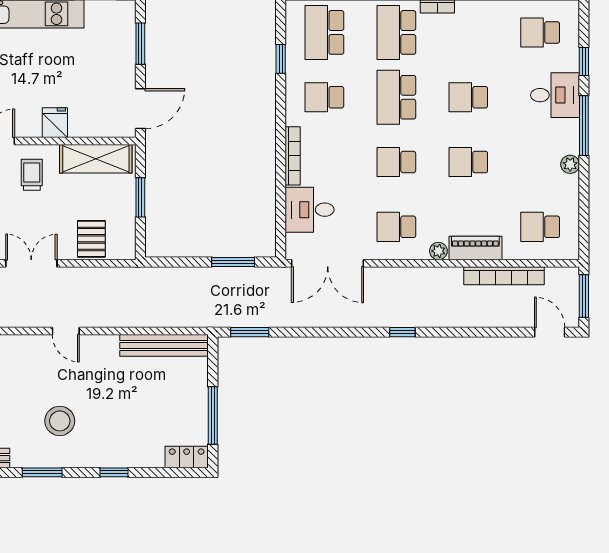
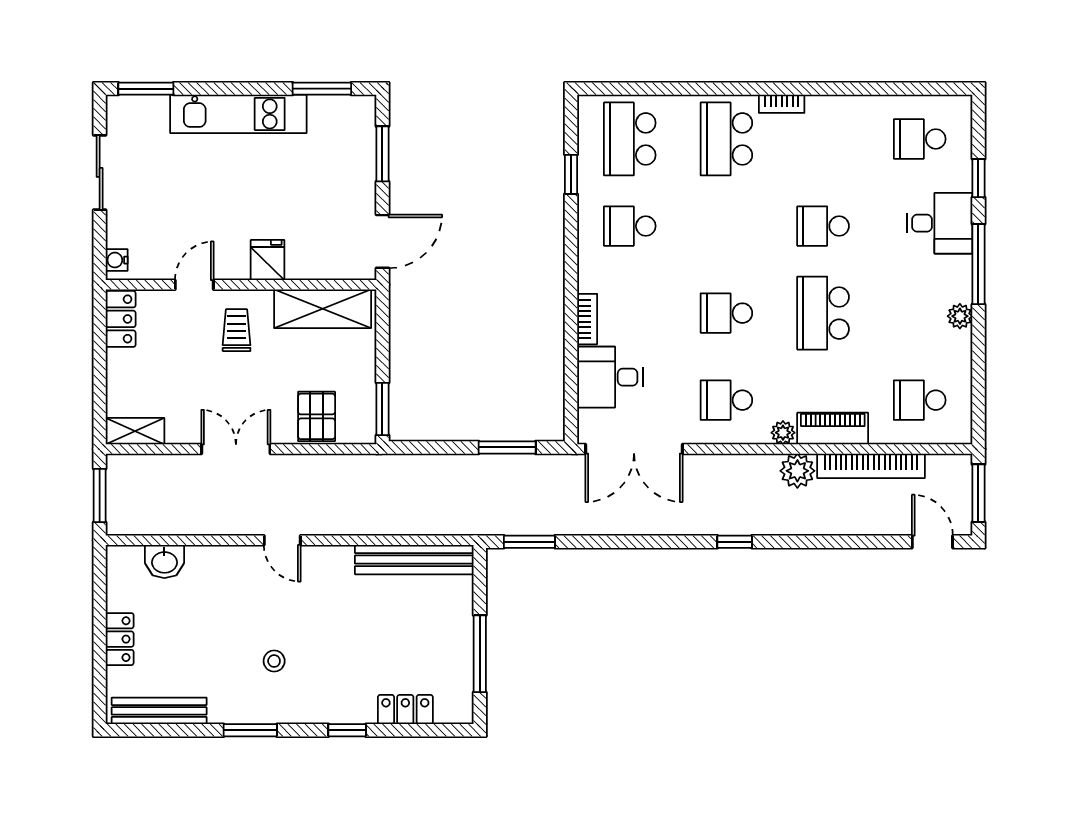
school desk: (396, 97) -> (726, 226), removed
bookcase: (293, 156) -> (587, 319), width x0.64
school desk: (468, 162) -> (823, 313), width x1.85
window: (140, 197) -> (382, 409), moved
plant: (449, 279) -> (797, 471), added
stool: (60, 421) -> (274, 661), width x0.53, depth x0.53
locker: (187, 457) -> (405, 710), moved

